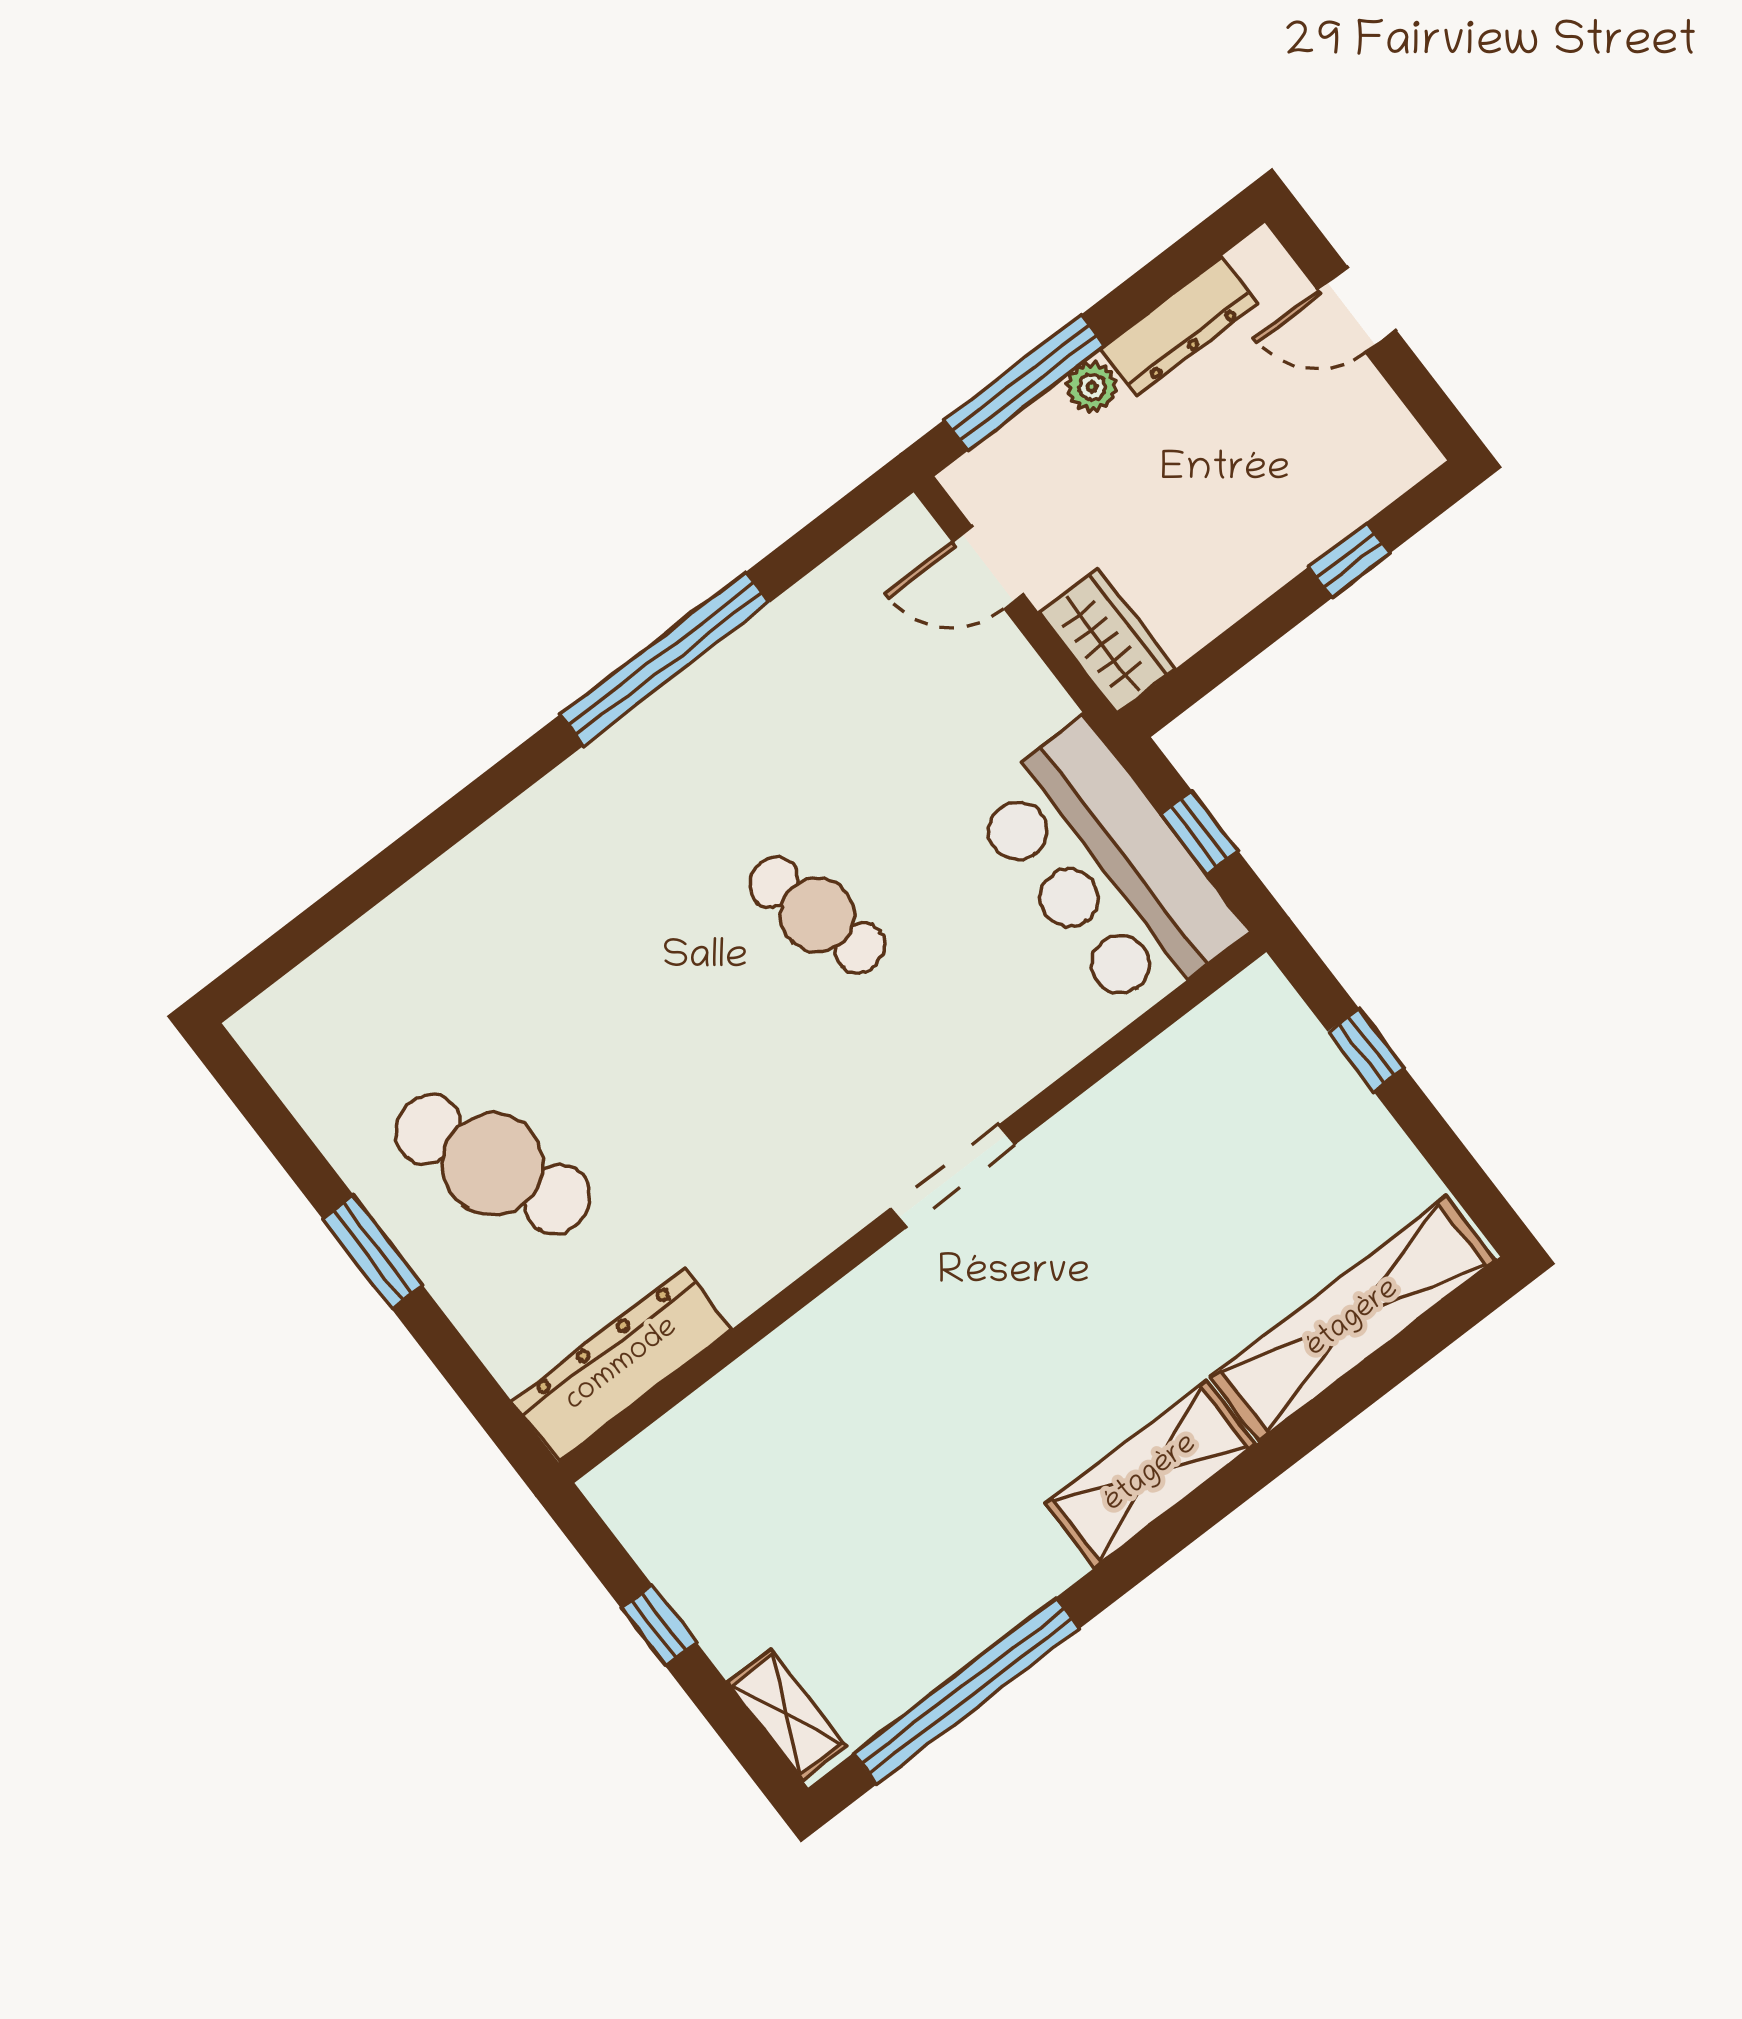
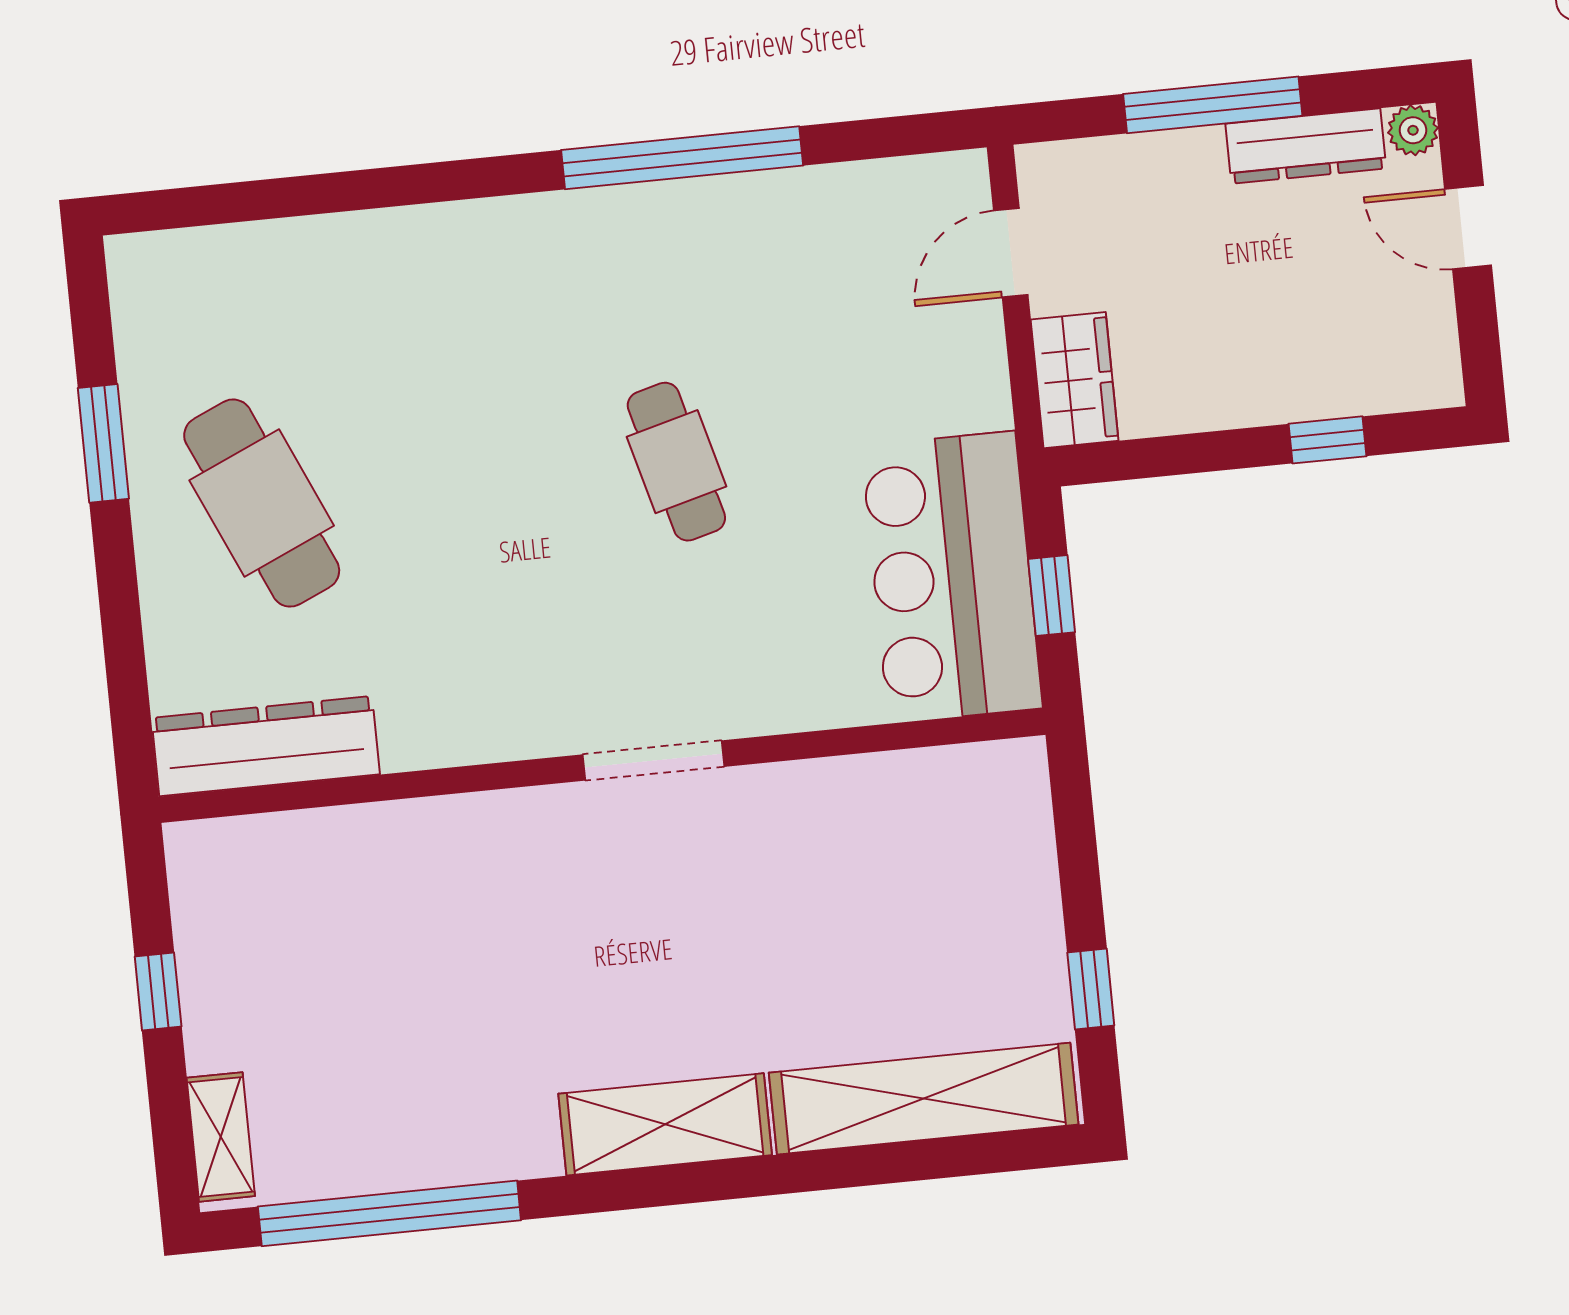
window: (1024, 383) -> (1213, 105), moved
plant: (1092, 387) -> (1413, 130), moved
door: (988, 568) -> (1011, 253), hinge flipped
window: (1366, 1050) -> (1091, 989), moved
window: (372, 1252) -> (103, 443), moved

